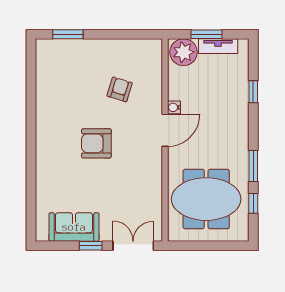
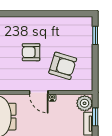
armchair: (120, 89) -> (63, 66), width x1.88, depth x1.88
armchair: (96, 143) -> (31, 52), turned -90

